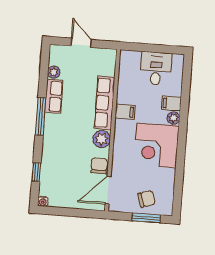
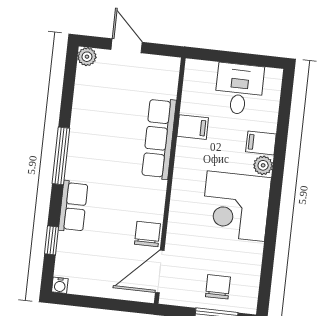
plant: (54, 72) -> (87, 57), moved
row of seats: (54, 96) -> (73, 206), moved
filing cabinet: (125, 112) -> (193, 127), moved
plant: (102, 139) -> (153, 193), removed
chair: (147, 199) -> (218, 287), turned -72

